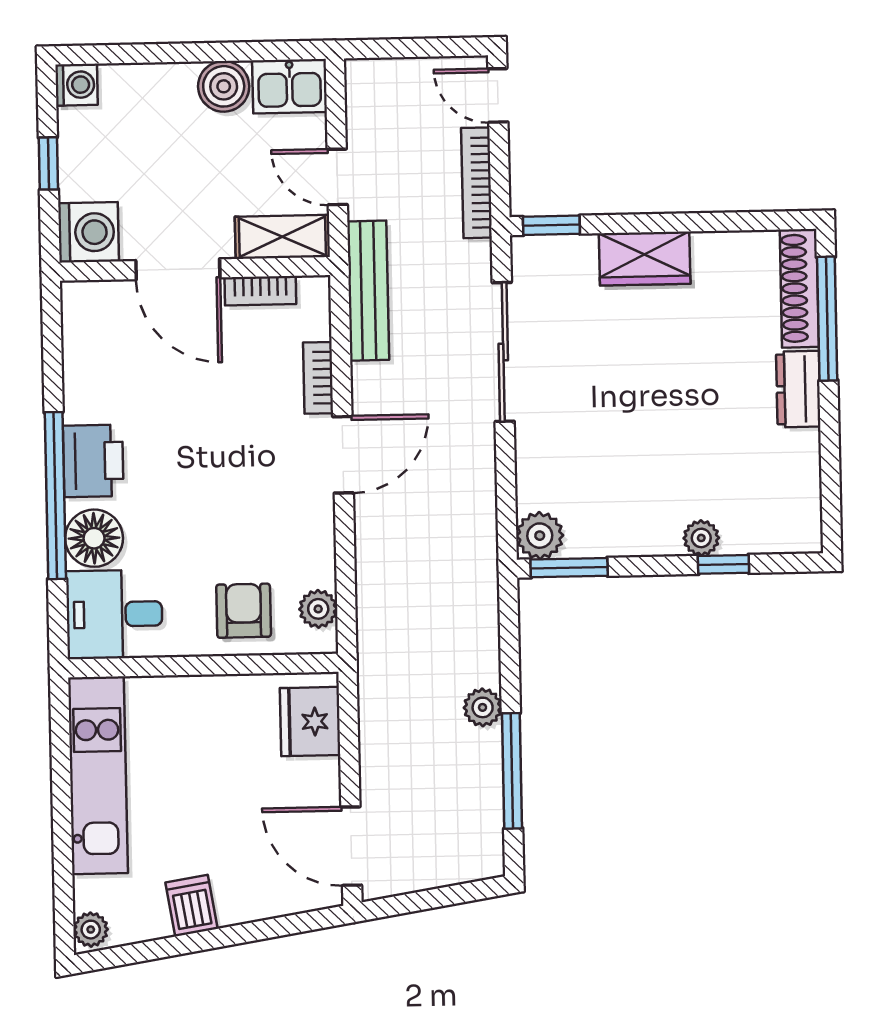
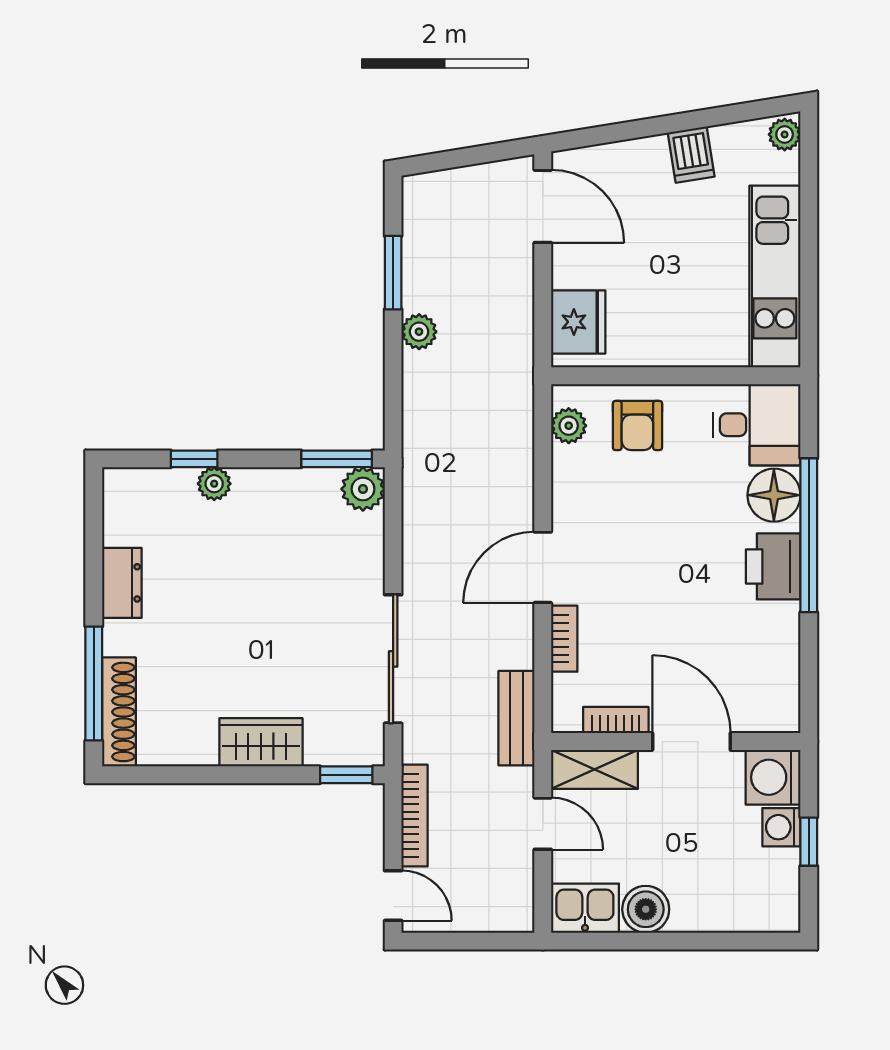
washing machine: (76, 85) -> (781, 827), moved
bench: (368, 291) -> (516, 718), width x0.73
dresser: (798, 389) -> (122, 583), moved
window: (512, 771) -> (393, 273), width x0.69

